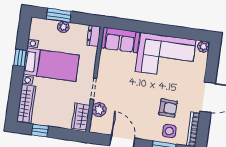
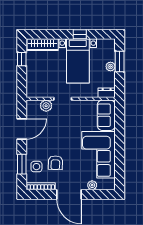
plant: (204, 47) -> (92, 185), moved
wardrobe: (81, 117) -> (38, 91), removed

